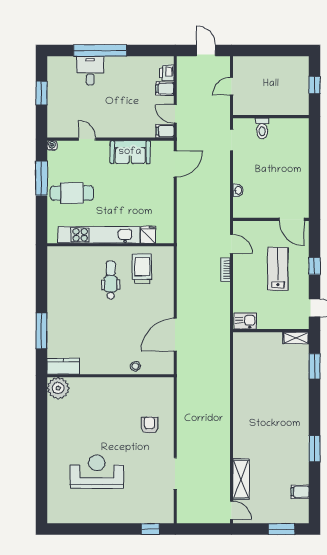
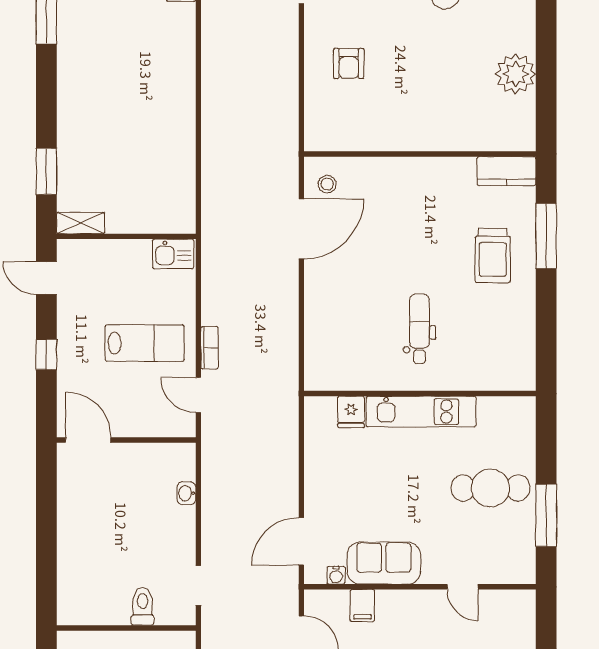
filing cabinet: (165, 131) -> (362, 606), moved, turned 90
water cooler: (52, 145) -> (336, 575), moved
kitchen unit: (99, 235) -> (421, 412), width x0.73
trolley: (142, 269) -> (493, 256), moved
lab bench: (278, 269) -> (145, 343), moved, turned -90
dental chair: (111, 280) -> (419, 329), turned 180
stool: (135, 366) -> (327, 184), moved
plant: (58, 388) -> (516, 74), moved

